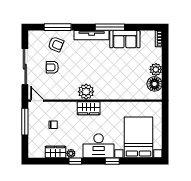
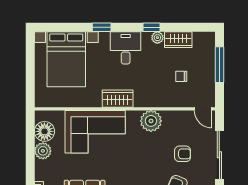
corner sofa: (117, 84) -> (95, 132), added
plant: (86, 92) -> (151, 121), moved
wardrobe: (89, 108) -> (118, 99), moved
window: (25, 122) -> (219, 65), moved
desk: (99, 146) -> (126, 48), width x0.73

